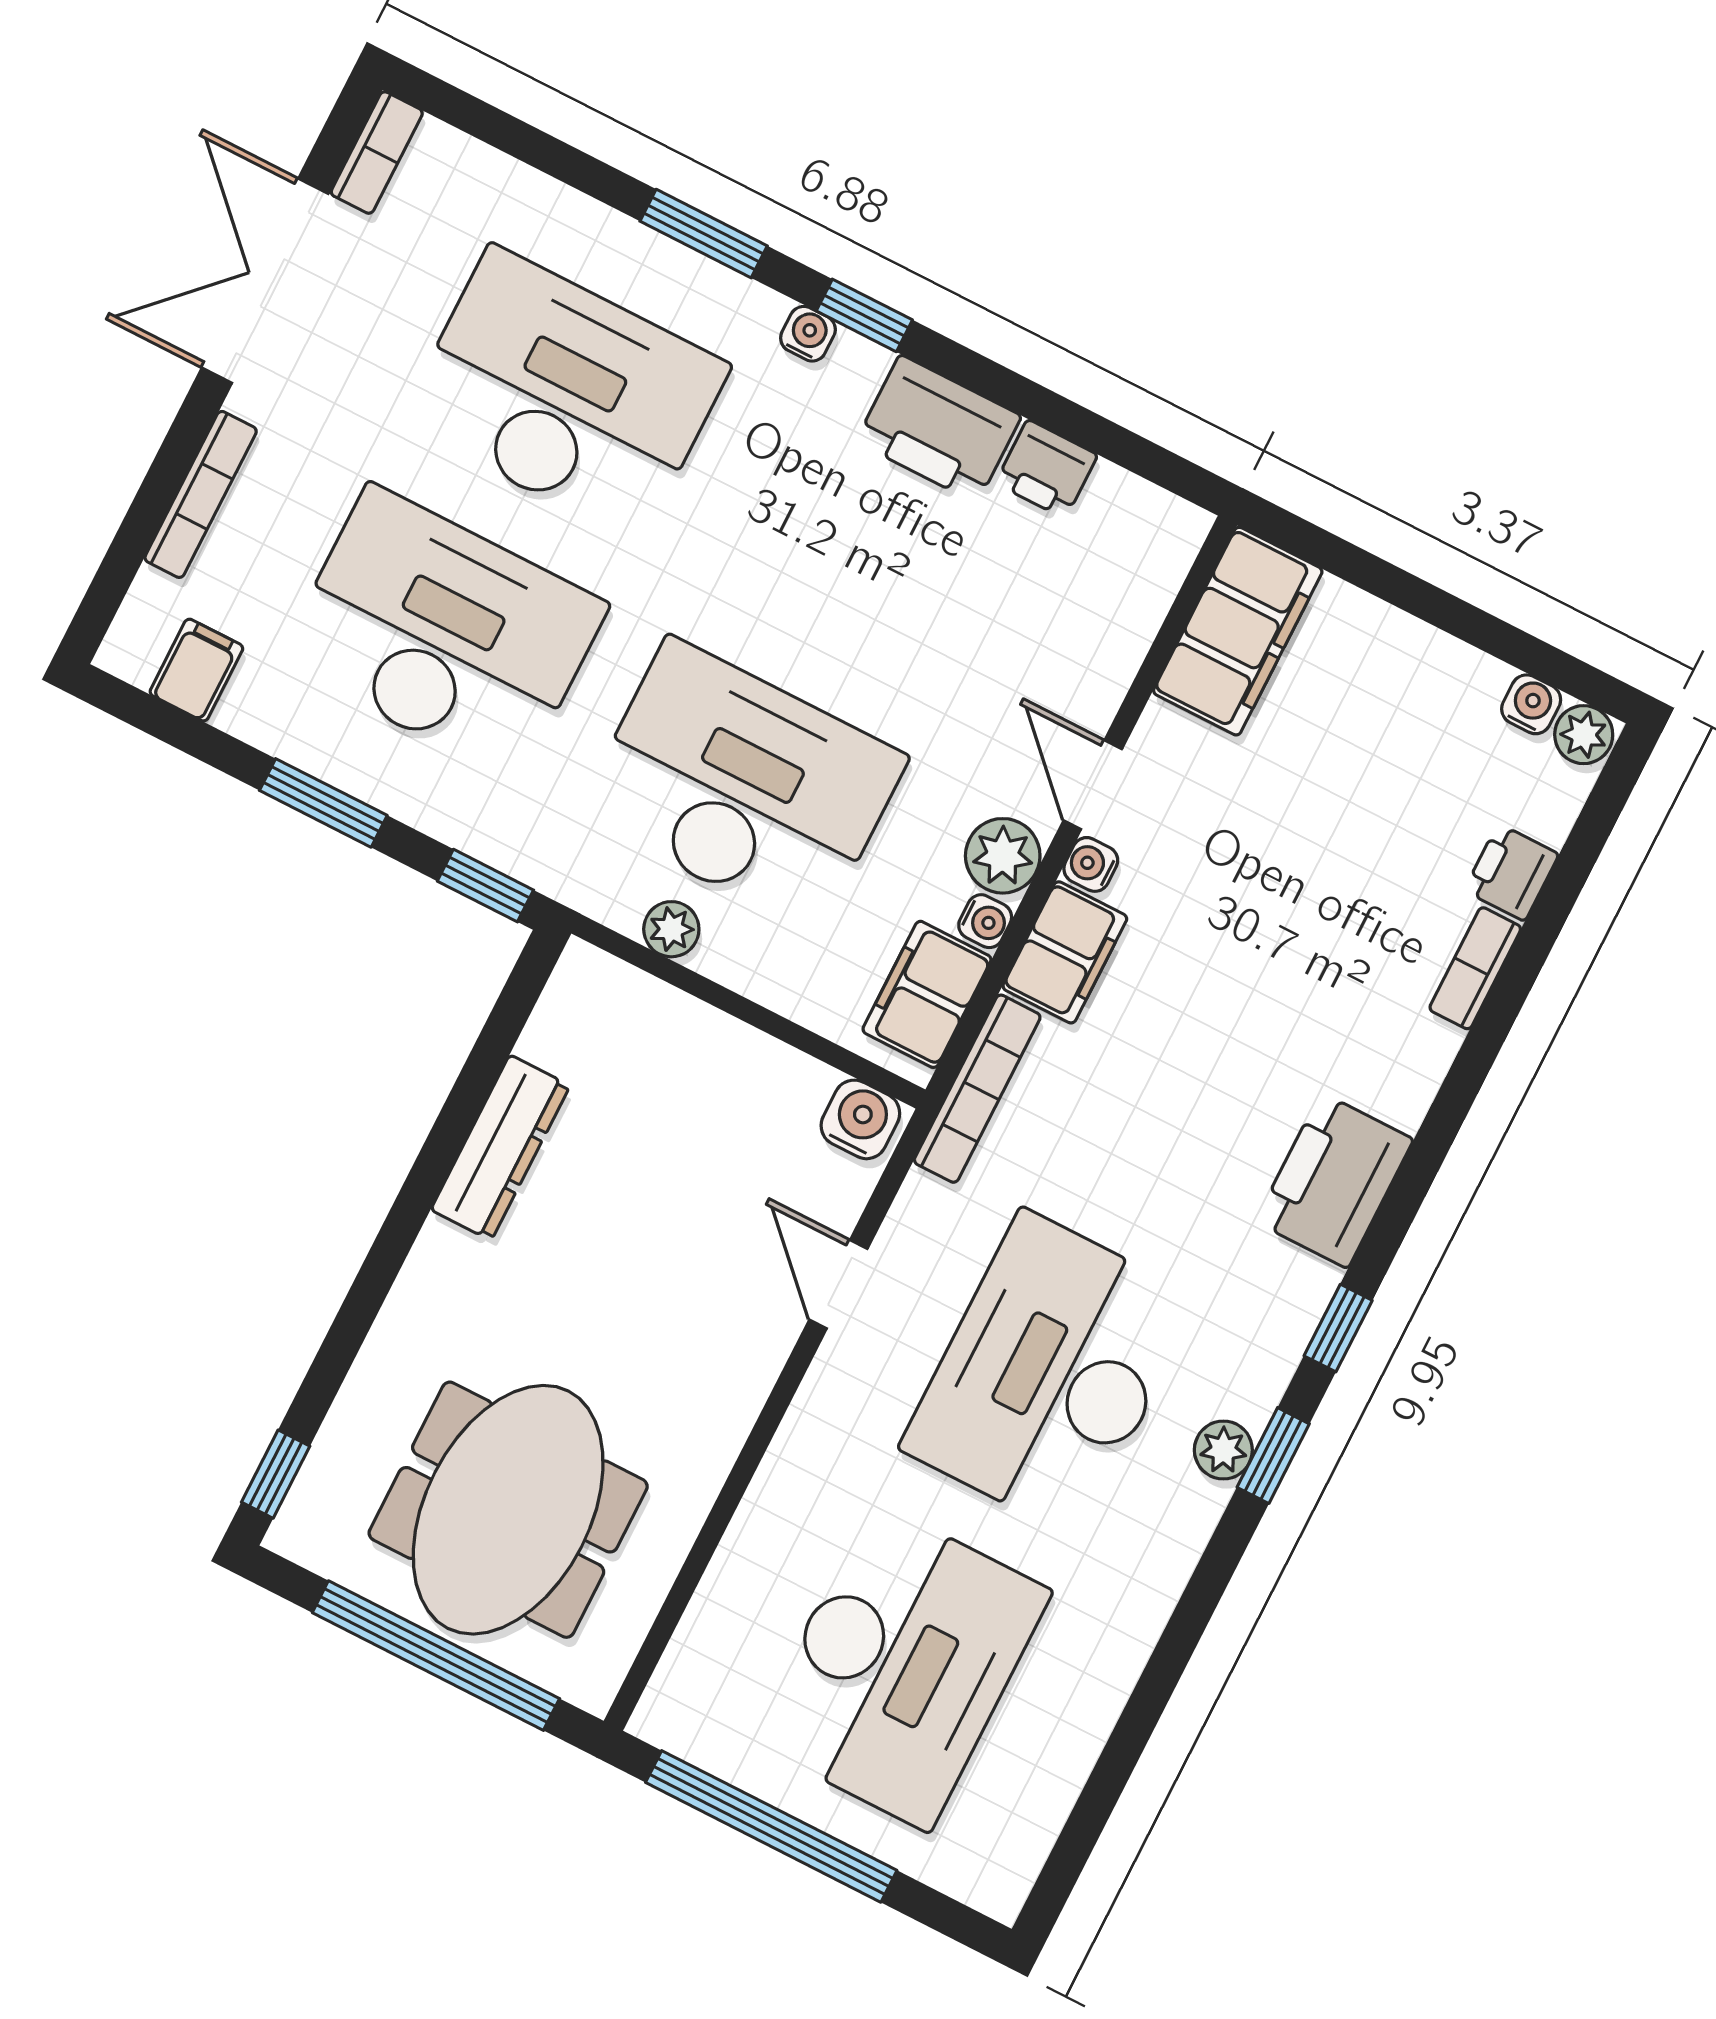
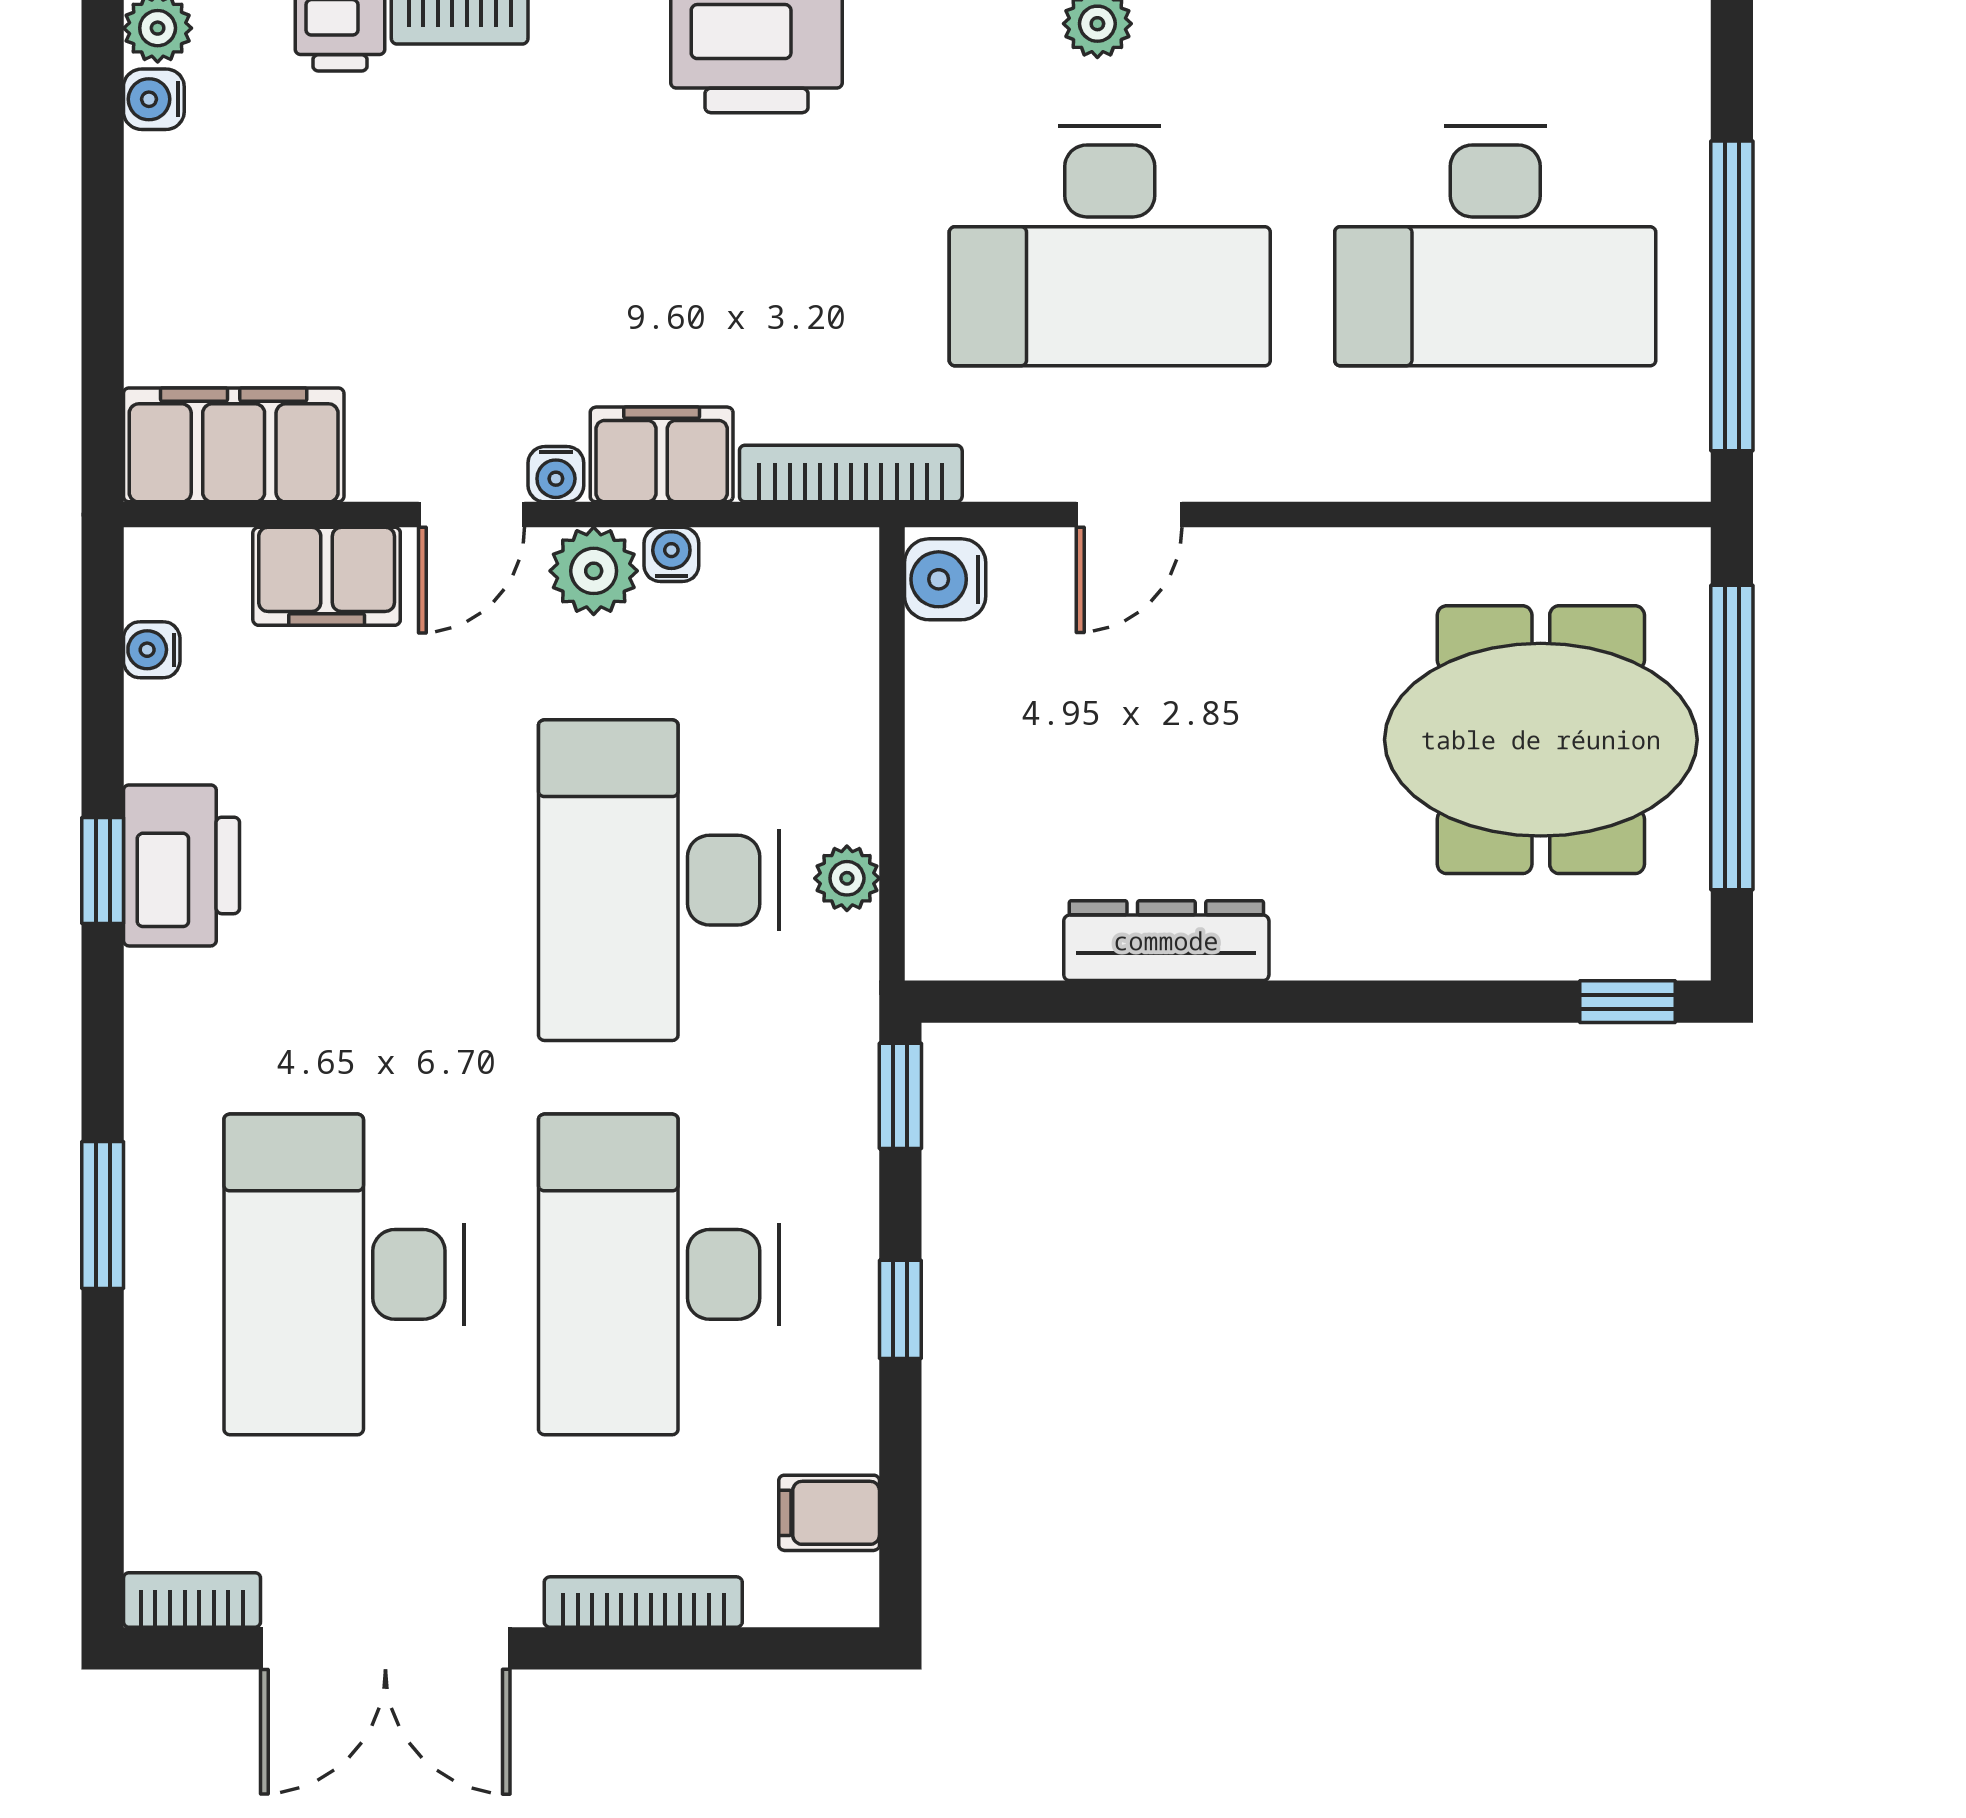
window: (864, 315) -> (103, 870), moved
water cooler: (808, 334) -> (152, 650), moved
printer: (1046, 469) -> (166, 731), removed
window: (323, 803) -> (900, 1309), width x0.67
filing cabinet: (927, 994) -> (327, 576), moved
desk: (901, 1666) -> (1495, 246), turned 180

